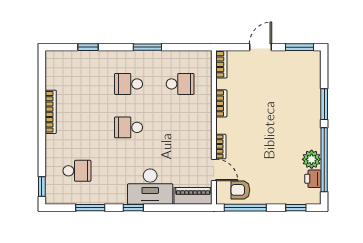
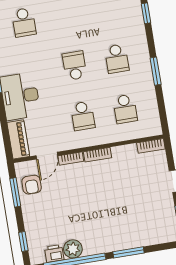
school desk: (129, 84) -> (117, 59), turned 180
bookcase: (221, 103) -> (98, 155), moved
school desk: (180, 127) -> (83, 116), added
armchair: (240, 190) -> (32, 185), turned 180
window: (245, 208) -> (15, 192), width x0.69

